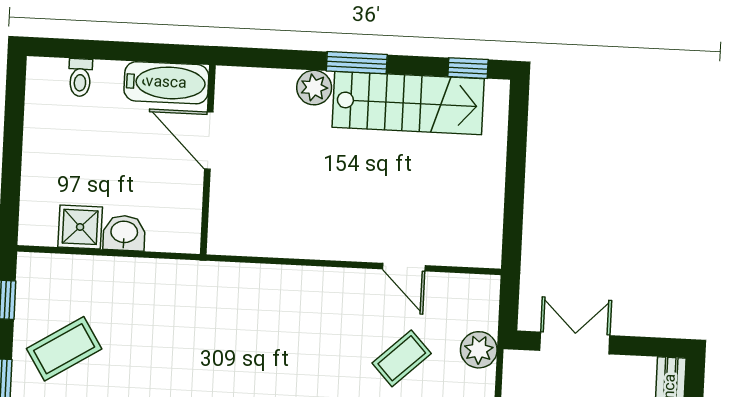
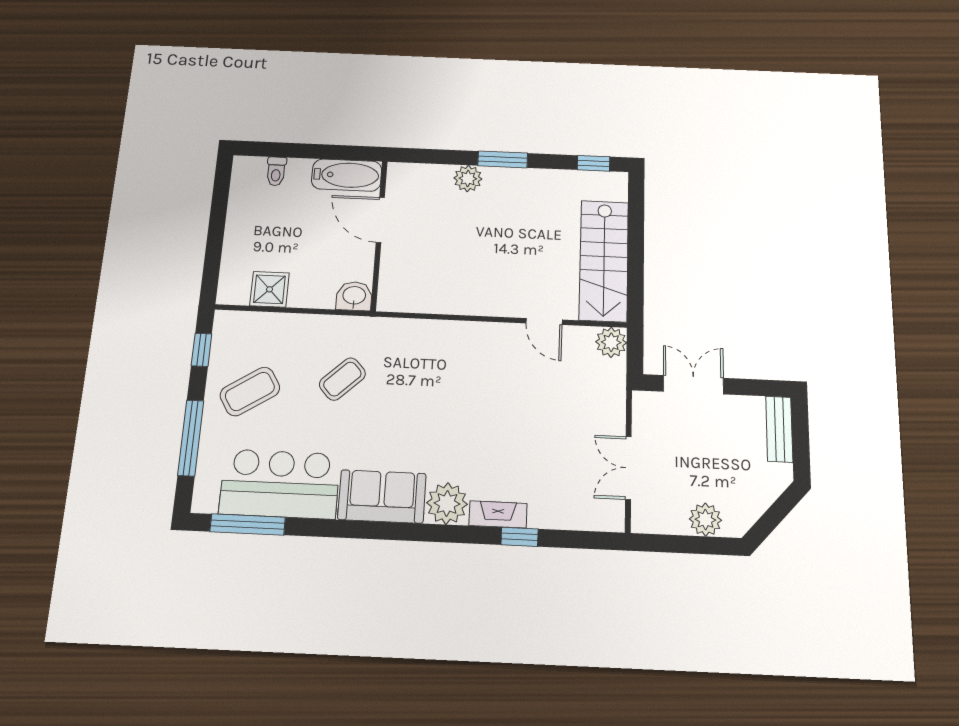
stairs: (408, 103) -> (604, 261), moved, turned 90
washbasin: (124, 233) -> (354, 296), moved
plant: (479, 350) -> (611, 342), moved
coffee table: (402, 358) -> (342, 379), moved

